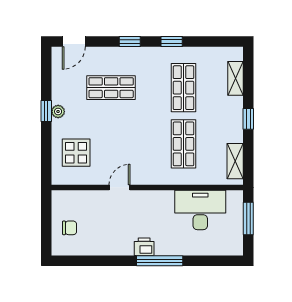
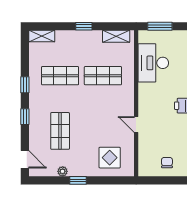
shelving: (235, 78) -> (42, 36), moved
plant: (58, 111) -> (63, 171), moved

